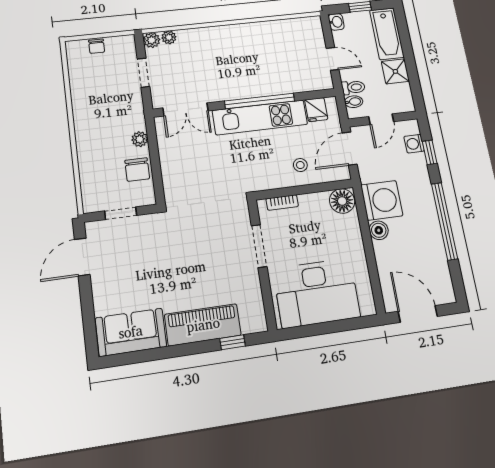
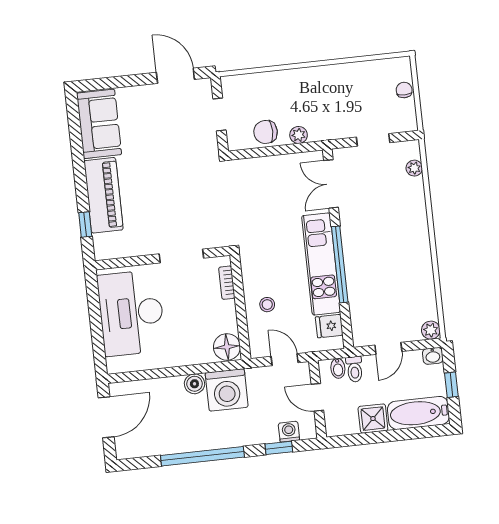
plant: (152, 40) -> (431, 330), moved
chair: (97, 46) -> (404, 90), turned 90
door: (350, 149) -> (285, 360), width x0.73

